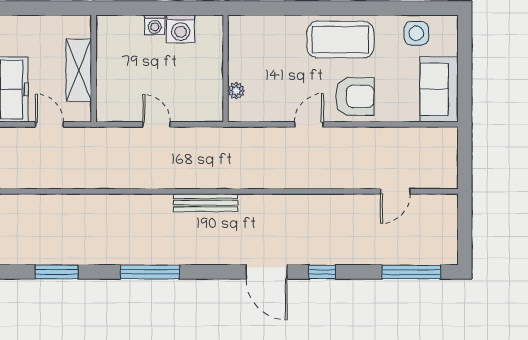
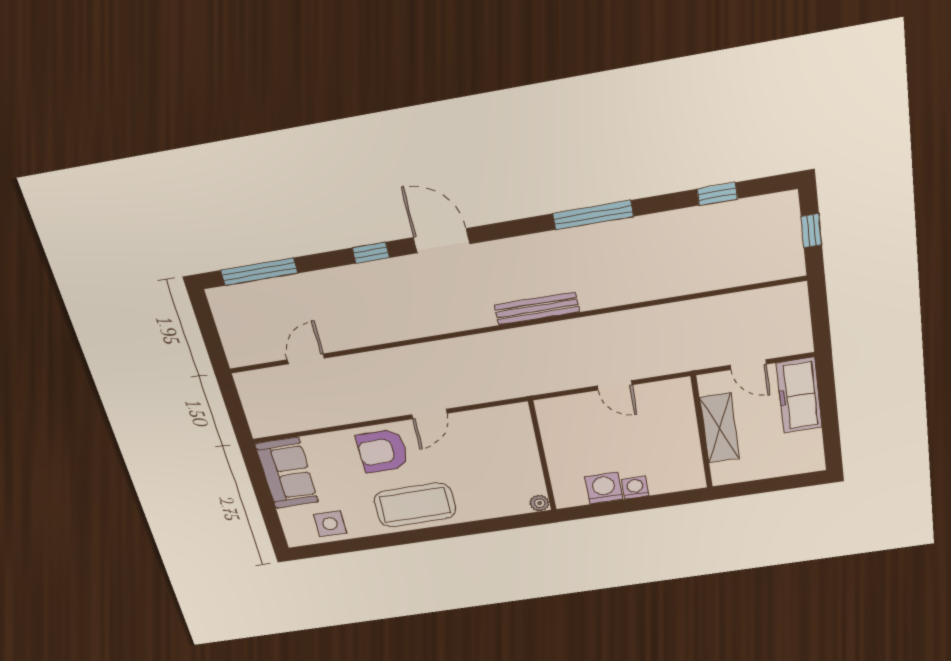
plant: (236, 91) -> (540, 503), moved
window: (57, 272) -> (717, 194), width x0.67

